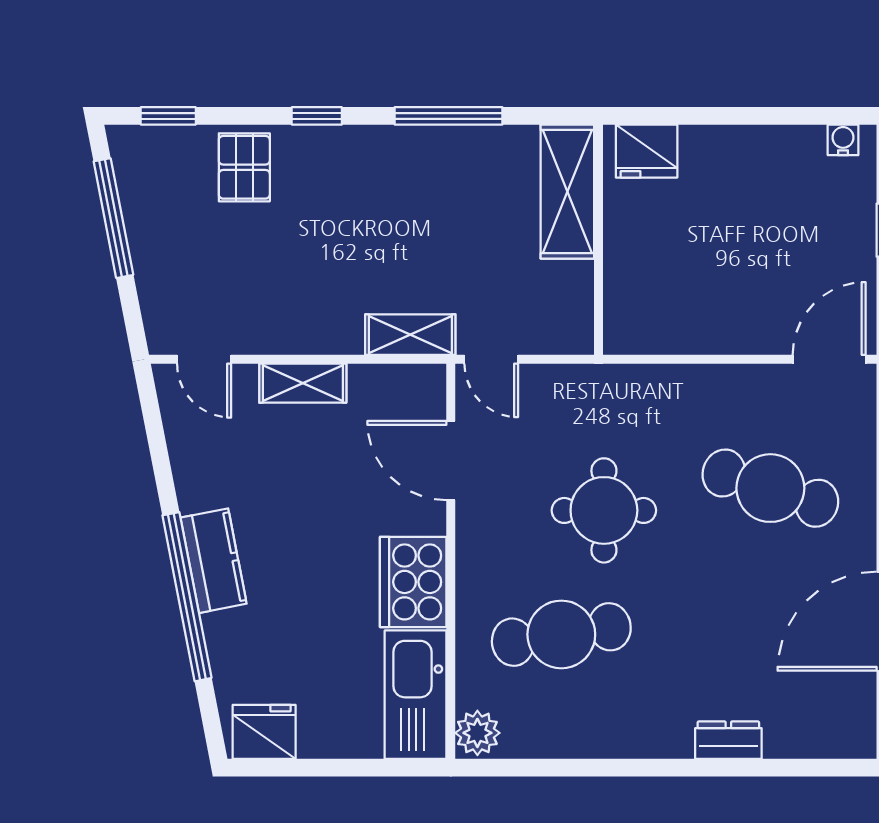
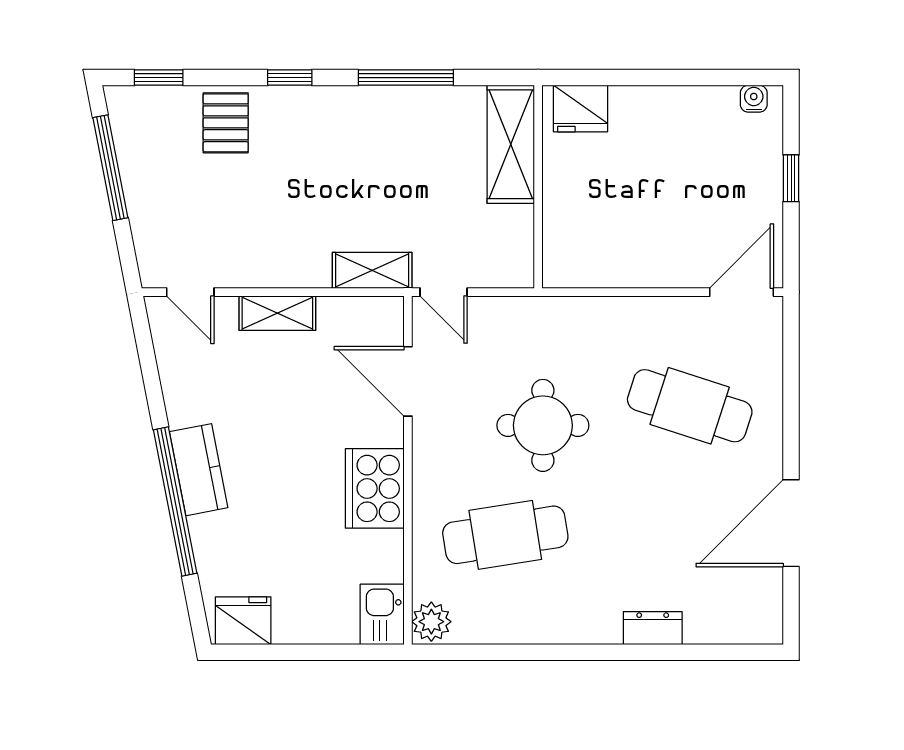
kitchen sink: (416, 695) -> (382, 614), width x0.53, depth x0.81

